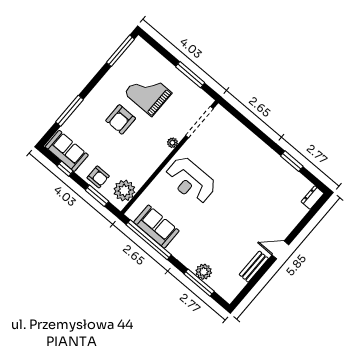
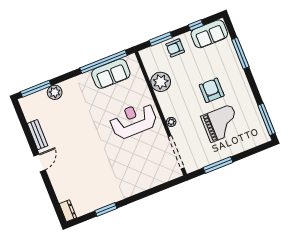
plant: (124, 190) -> (161, 82), moved
window: (199, 283) -> (36, 89), moved

